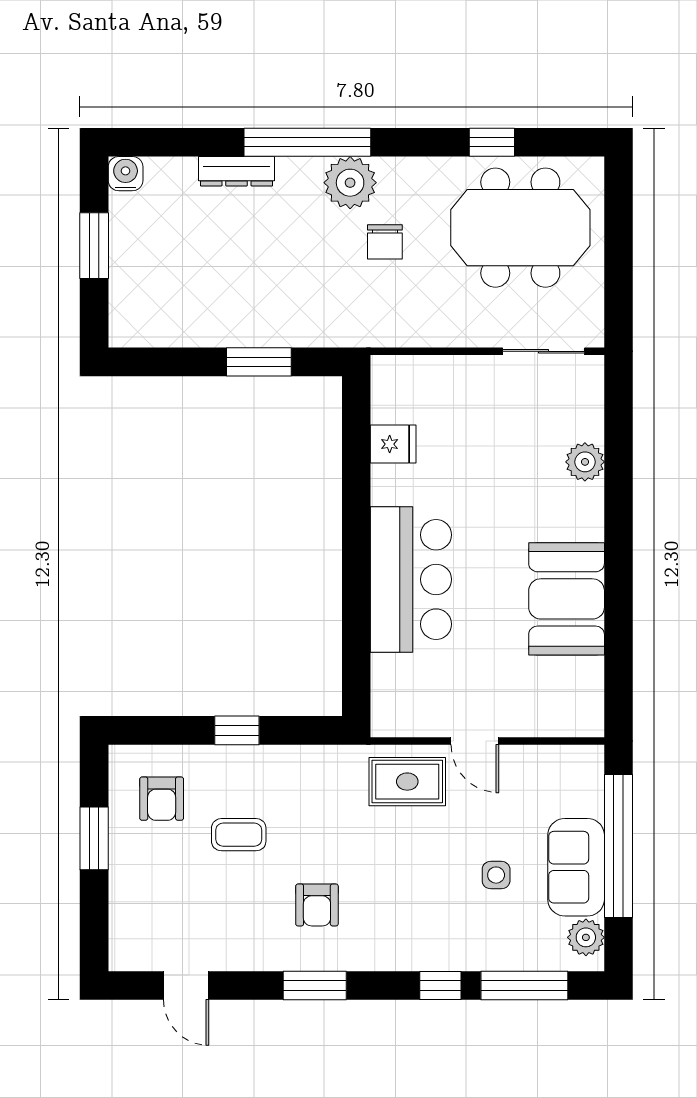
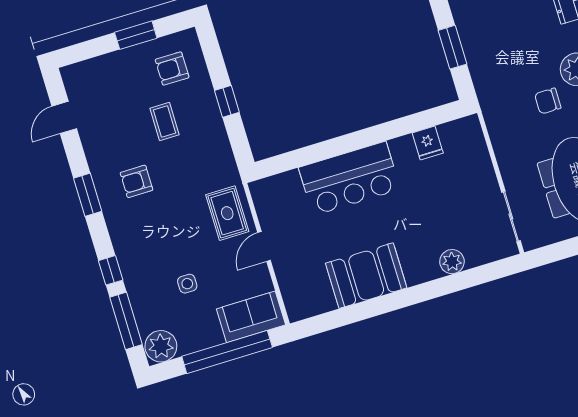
sofa: (576, 867) -> (251, 317), moved
plant: (586, 937) -> (161, 346), width x1.36, depth x1.36

